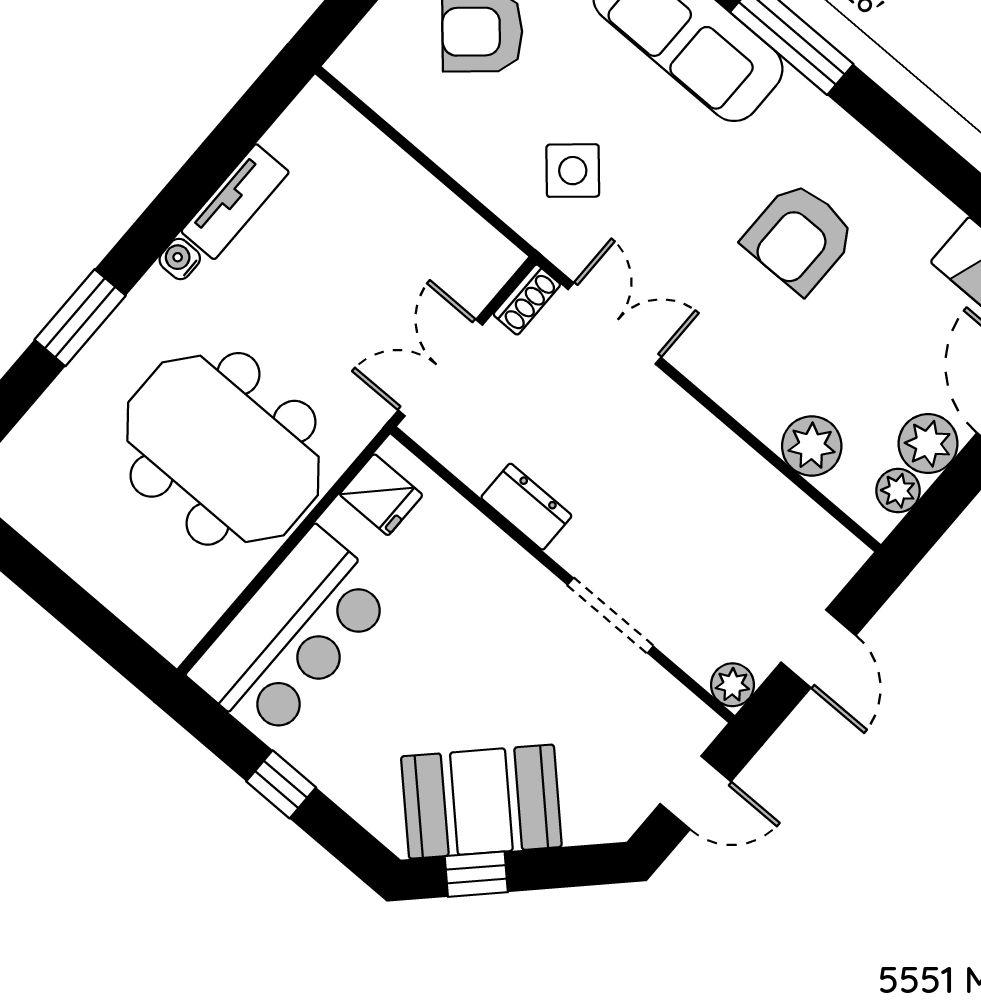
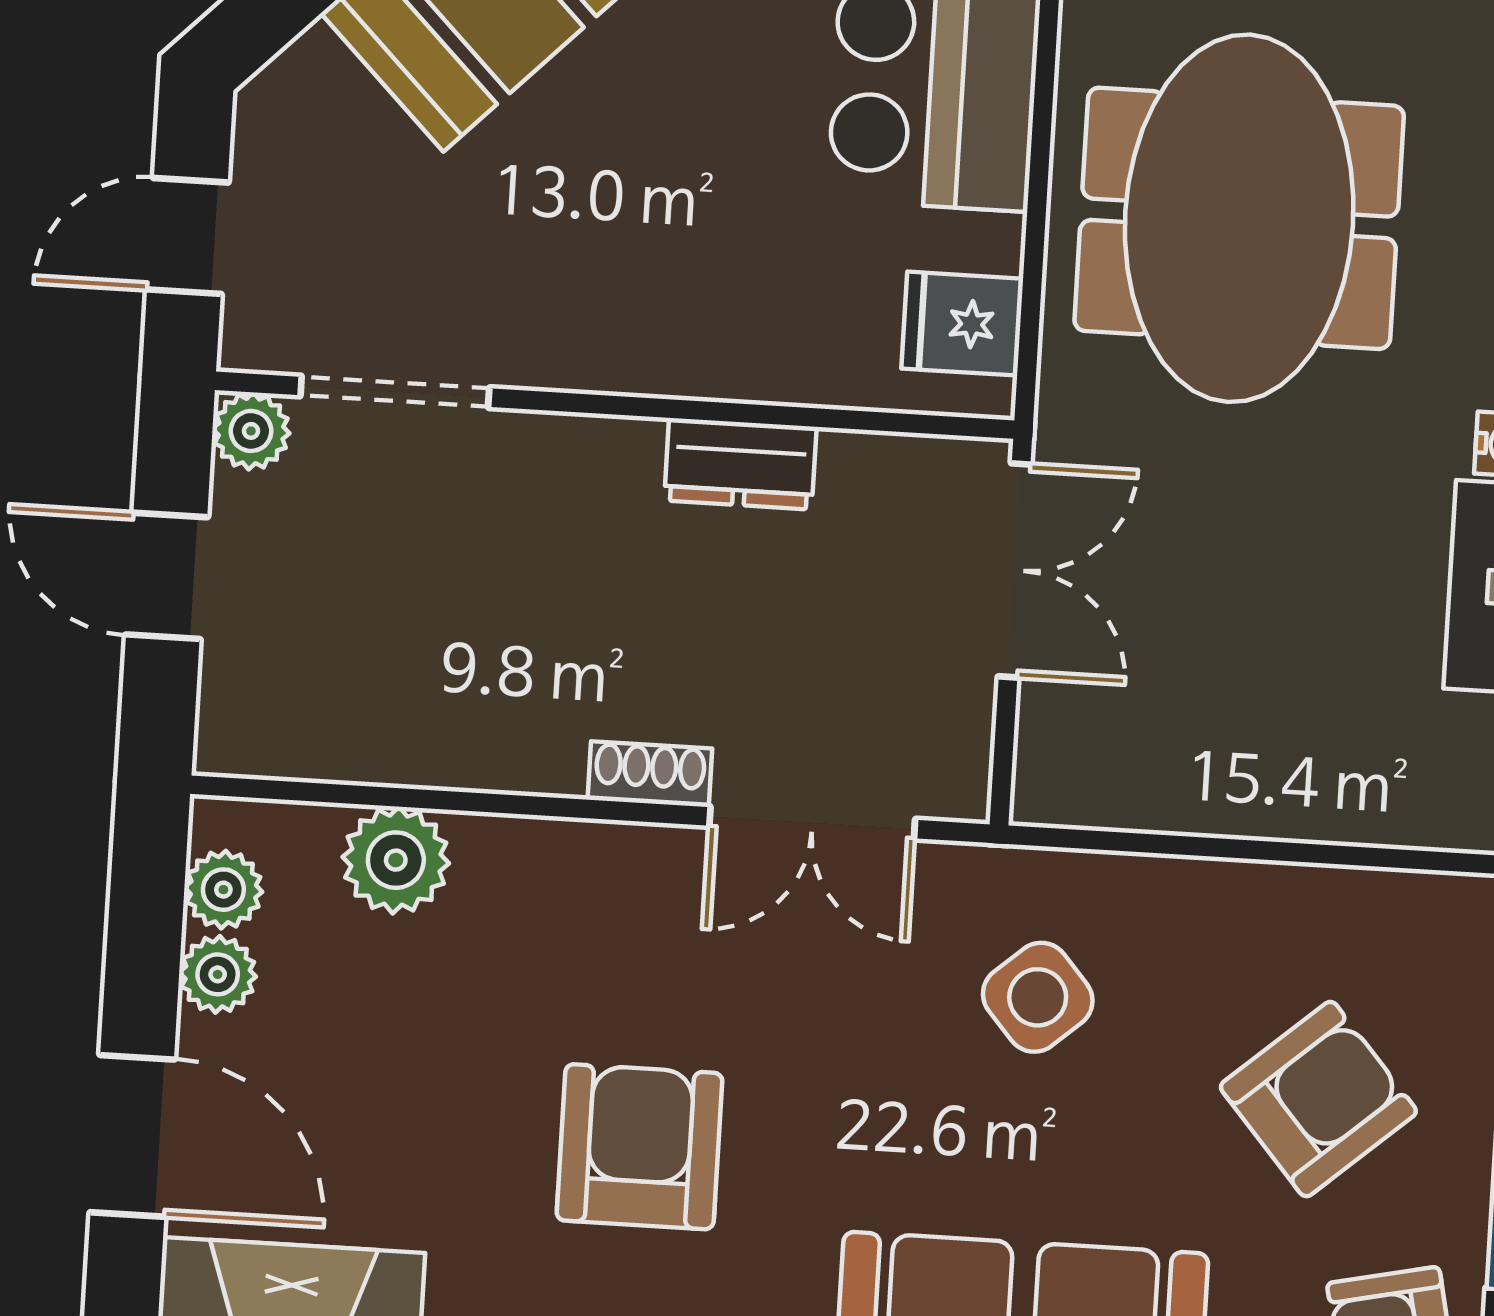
shoe rack: (527, 300) -> (650, 774), moved, turned 90
plant: (928, 444) -> (218, 974), width x0.73, depth x0.73
meeting table: (223, 449) -> (1239, 218), turned 90
doorway: (610, 616) -> (395, 392), moved

